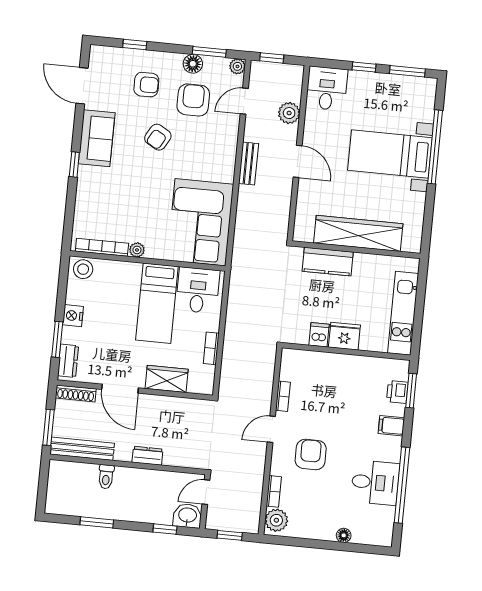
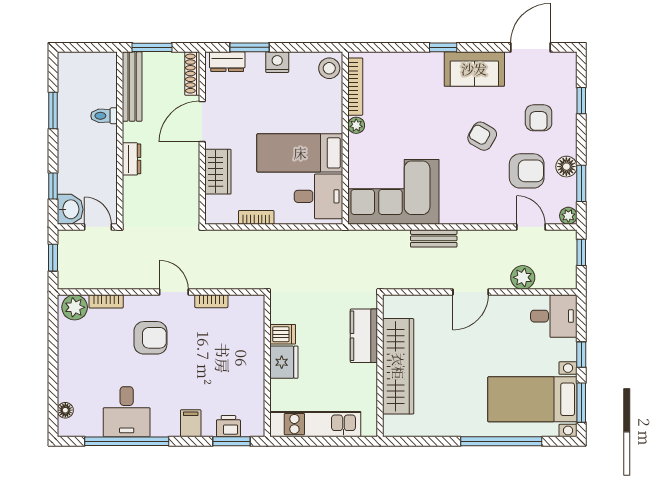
bed with nightstands: (390, 154) -> (532, 399), moved, turned -90
bench: (249, 164) -> (434, 238), moved
floor lamp: (344, 535) -> (65, 410), moved

